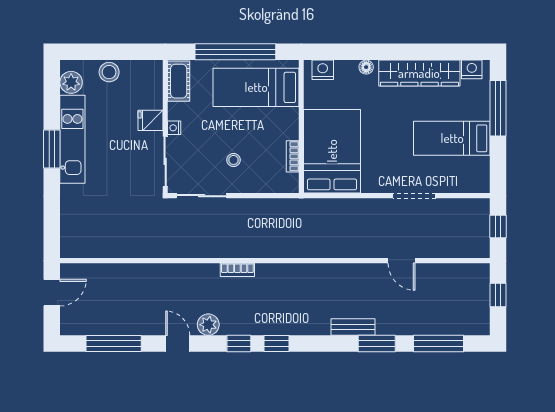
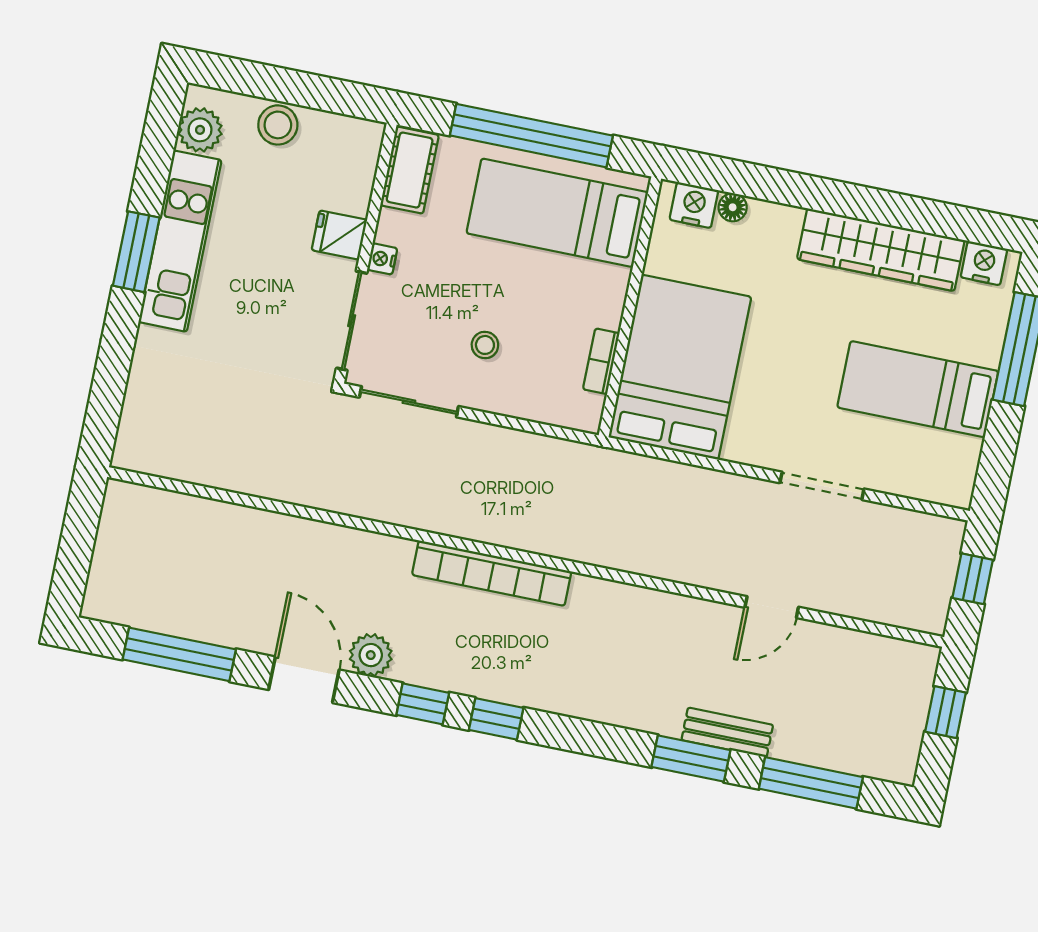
floor lamp: (366, 67) -> (733, 207), moved
door: (401, 261) -> (772, 607), hinge flipped
bookcase: (237, 270) -> (492, 573), width x2.31, depth x1.31
door: (52, 293) -> (79, 531), removed
bench: (353, 327) -> (727, 732), moved
door: (178, 344) -> (304, 680), width x1.38

